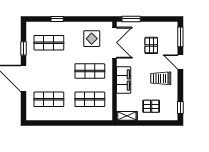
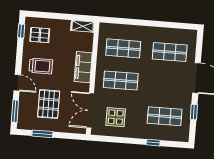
window: (131, 19) -> (42, 134), moved
pallet: (151, 45) -> (49, 104), width x1.50, depth x1.42
pallet: (151, 106) -> (40, 35), moved

